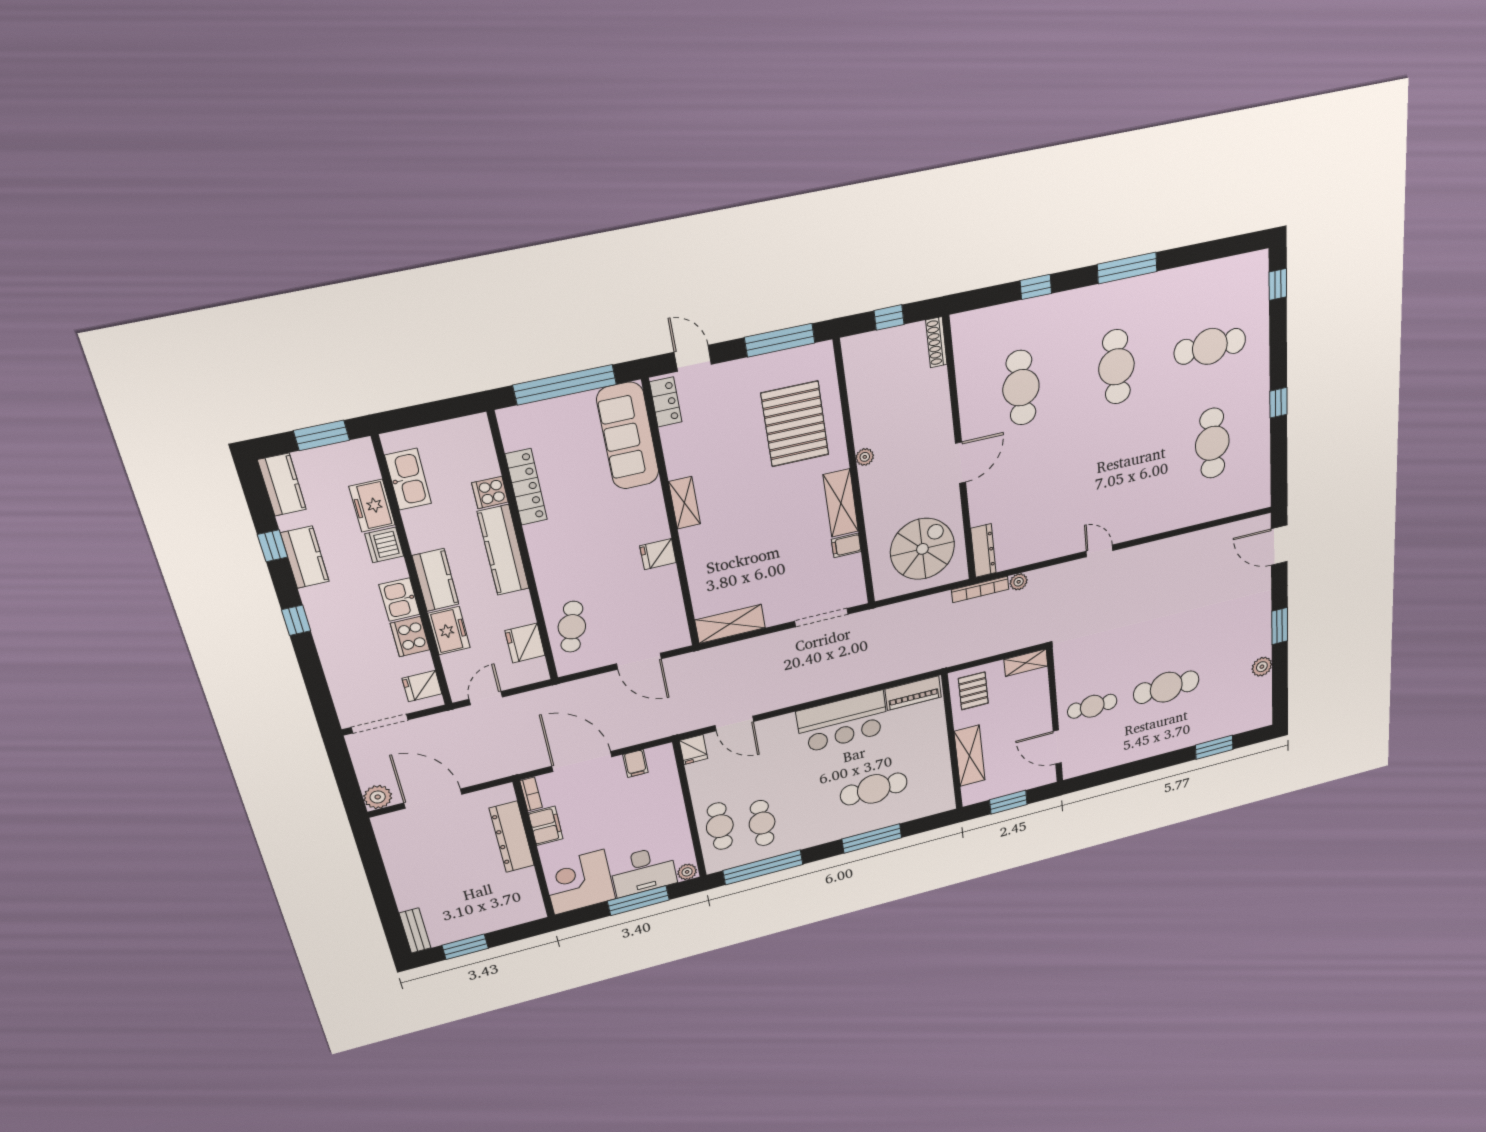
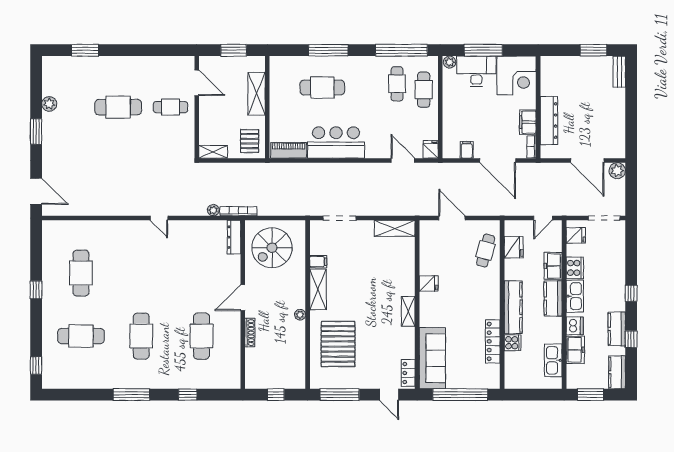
shoe rack: (936, 342) -> (250, 333), moved
kitchen sink: (399, 600) -> (575, 296), width x1.38

